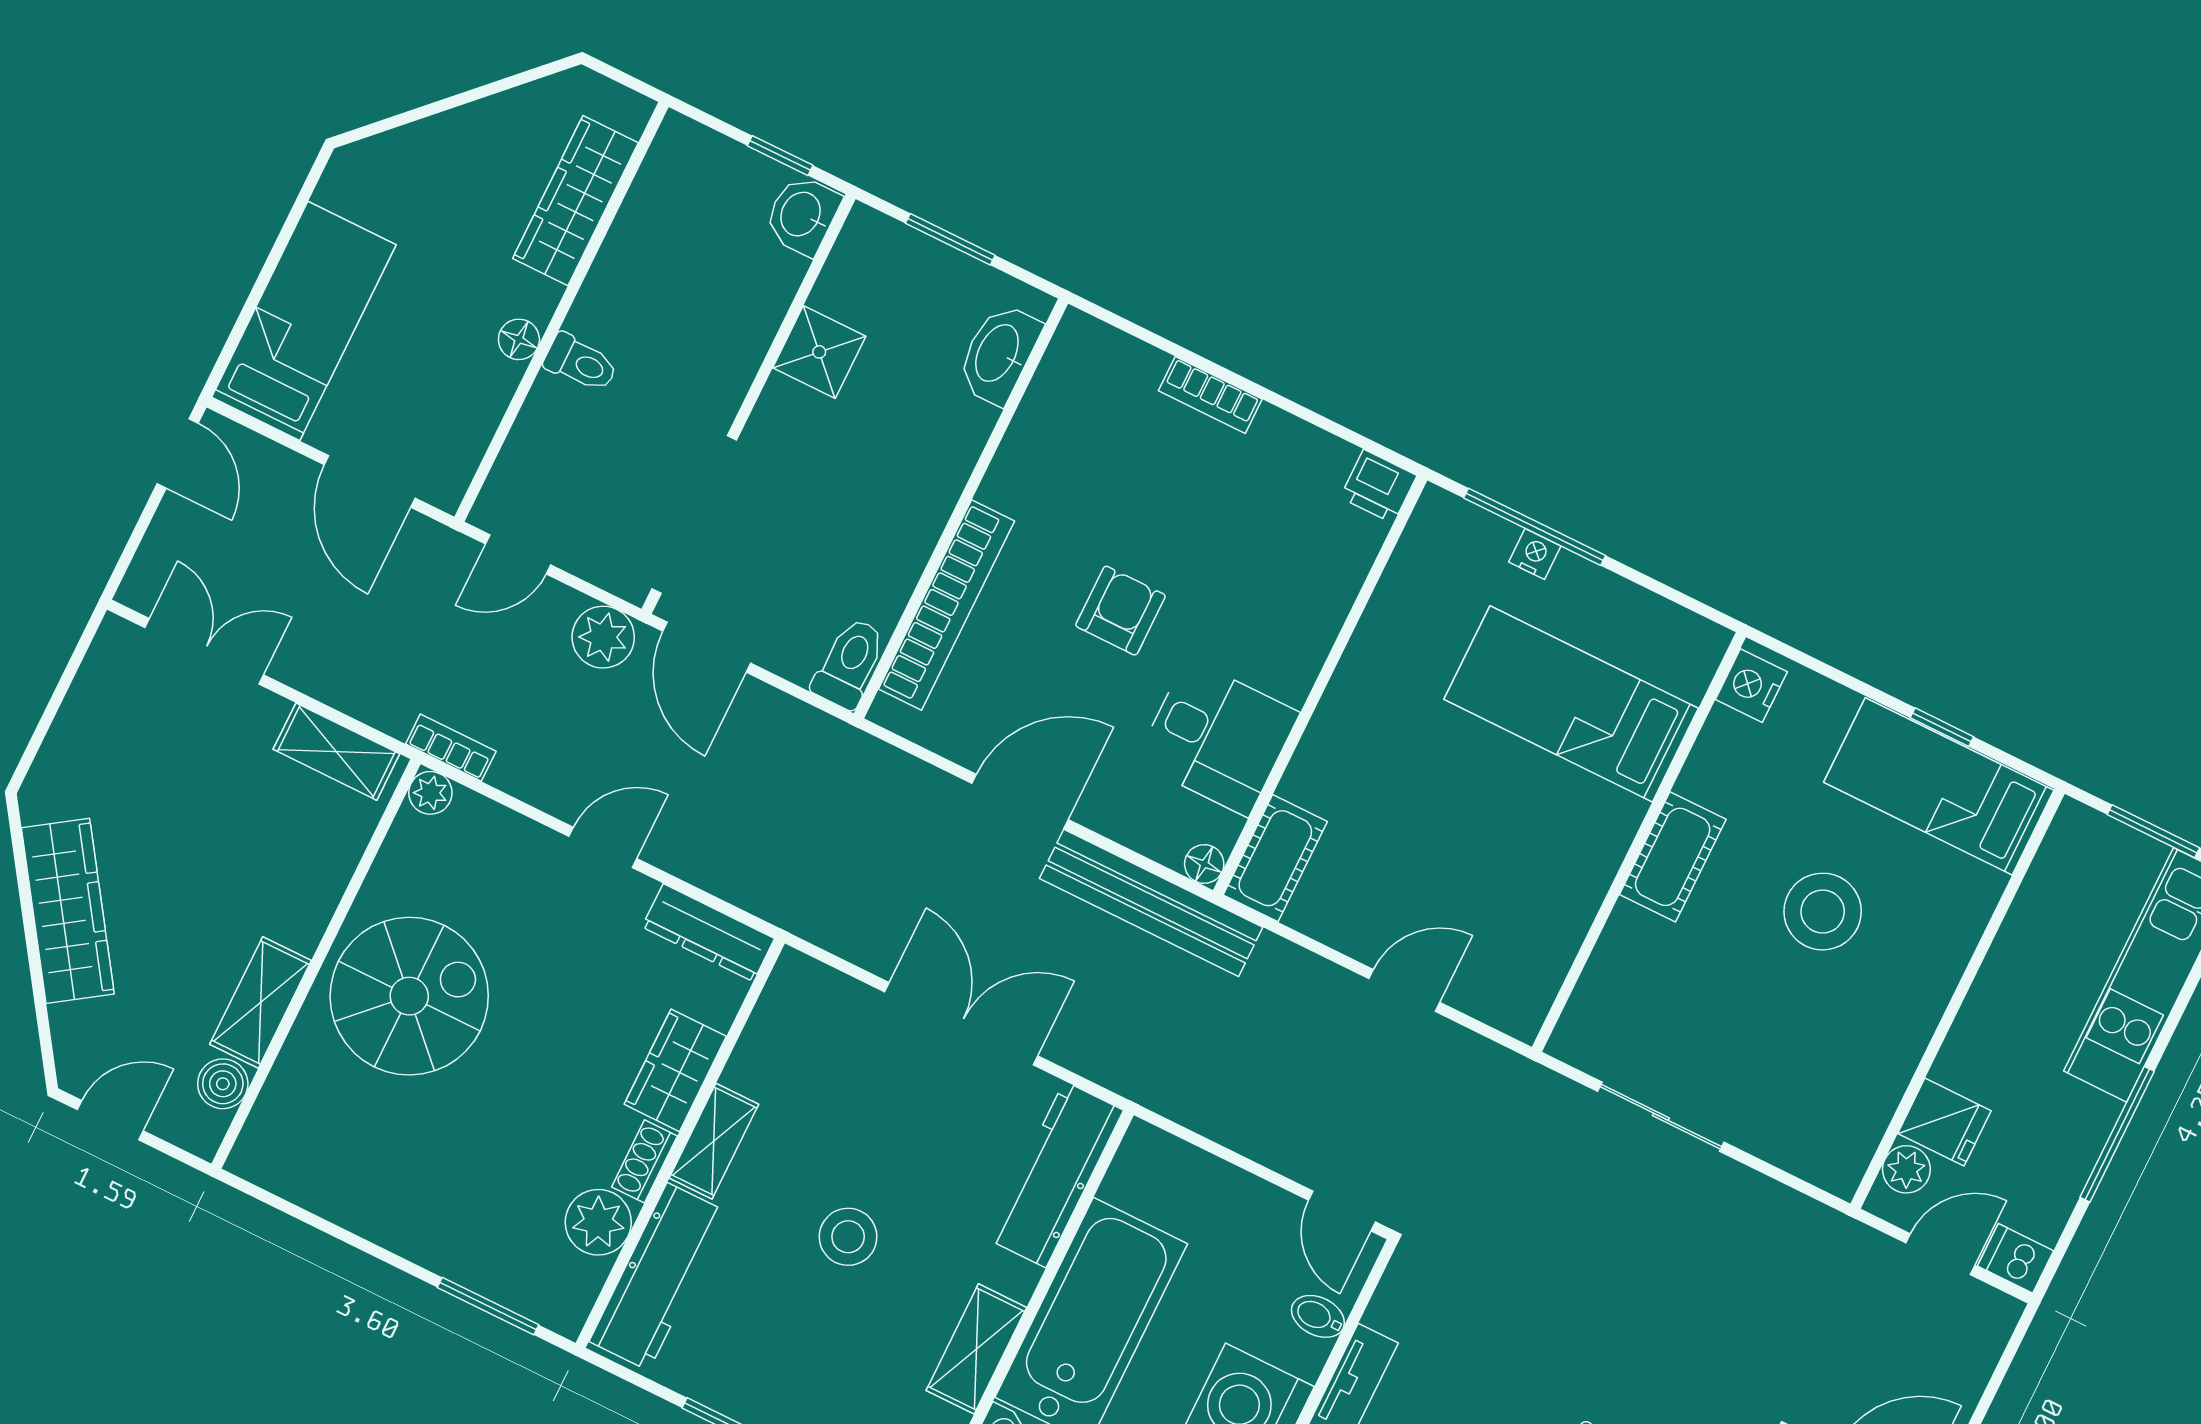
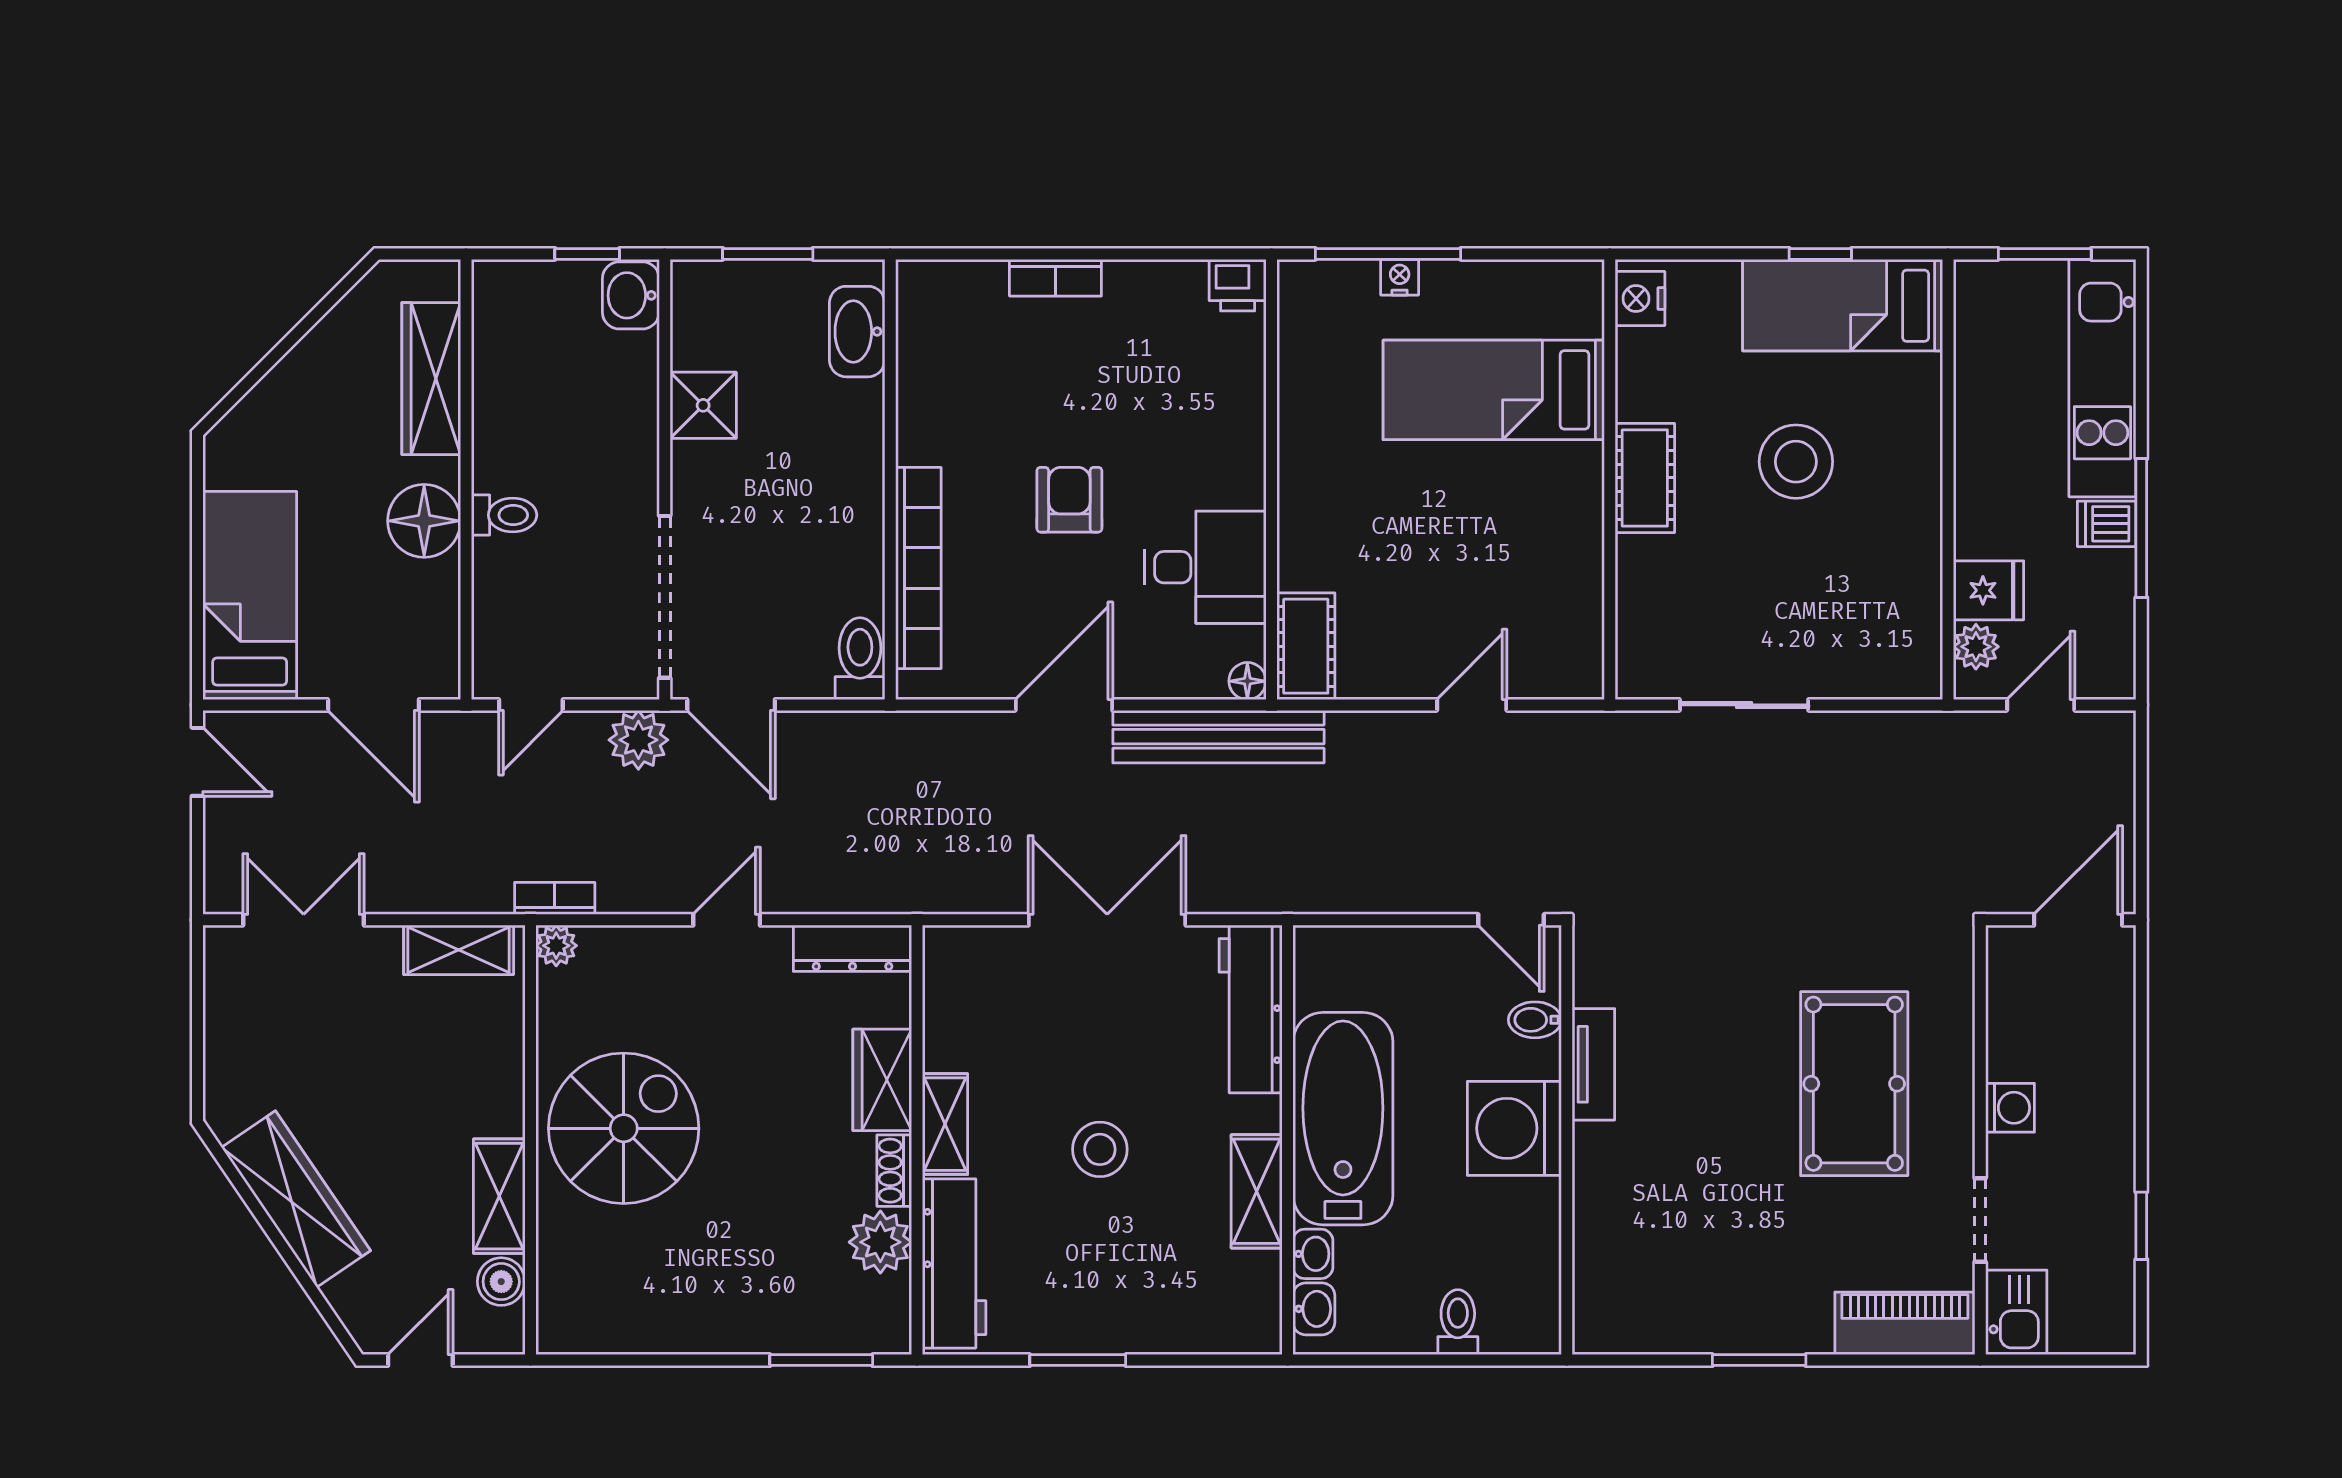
floor lamp: (519, 339) -> (424, 521), width x1.89, depth x1.89
dishwasher: (2016, 1258) -> (2107, 524), moved

